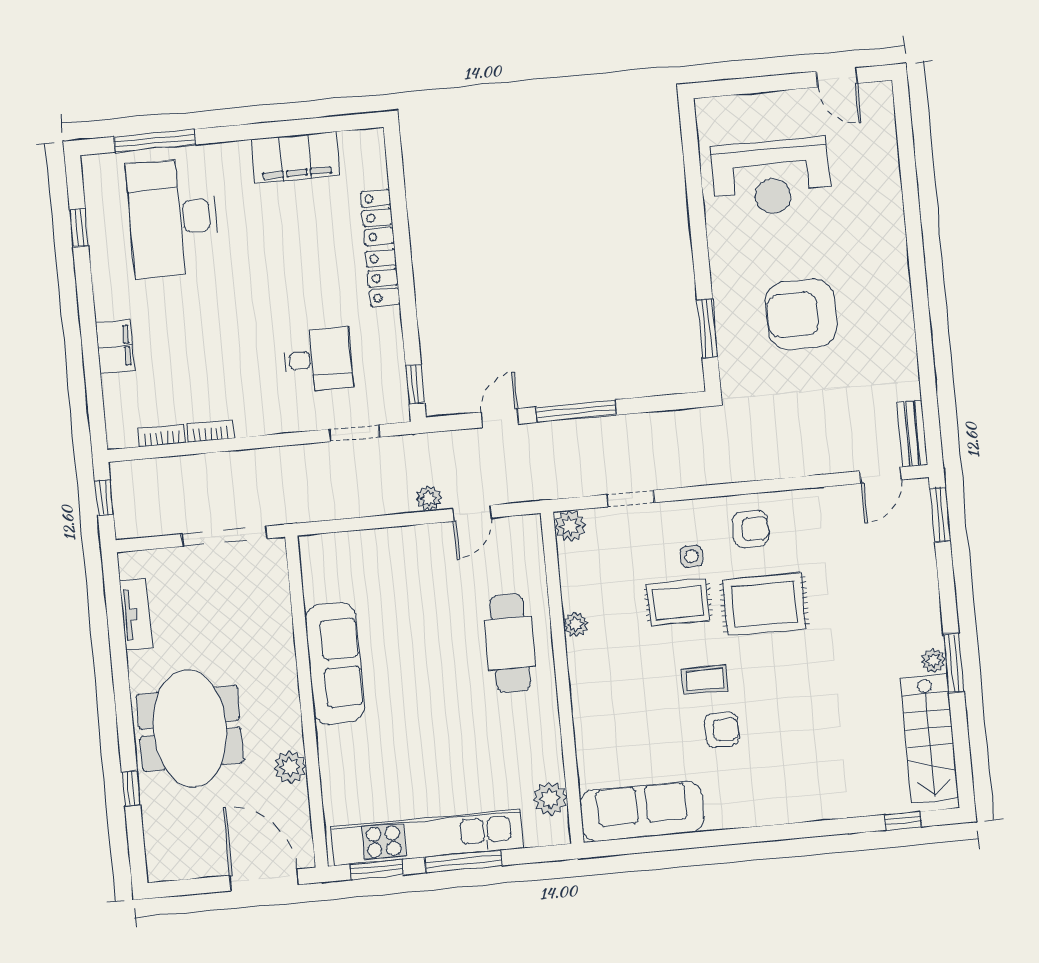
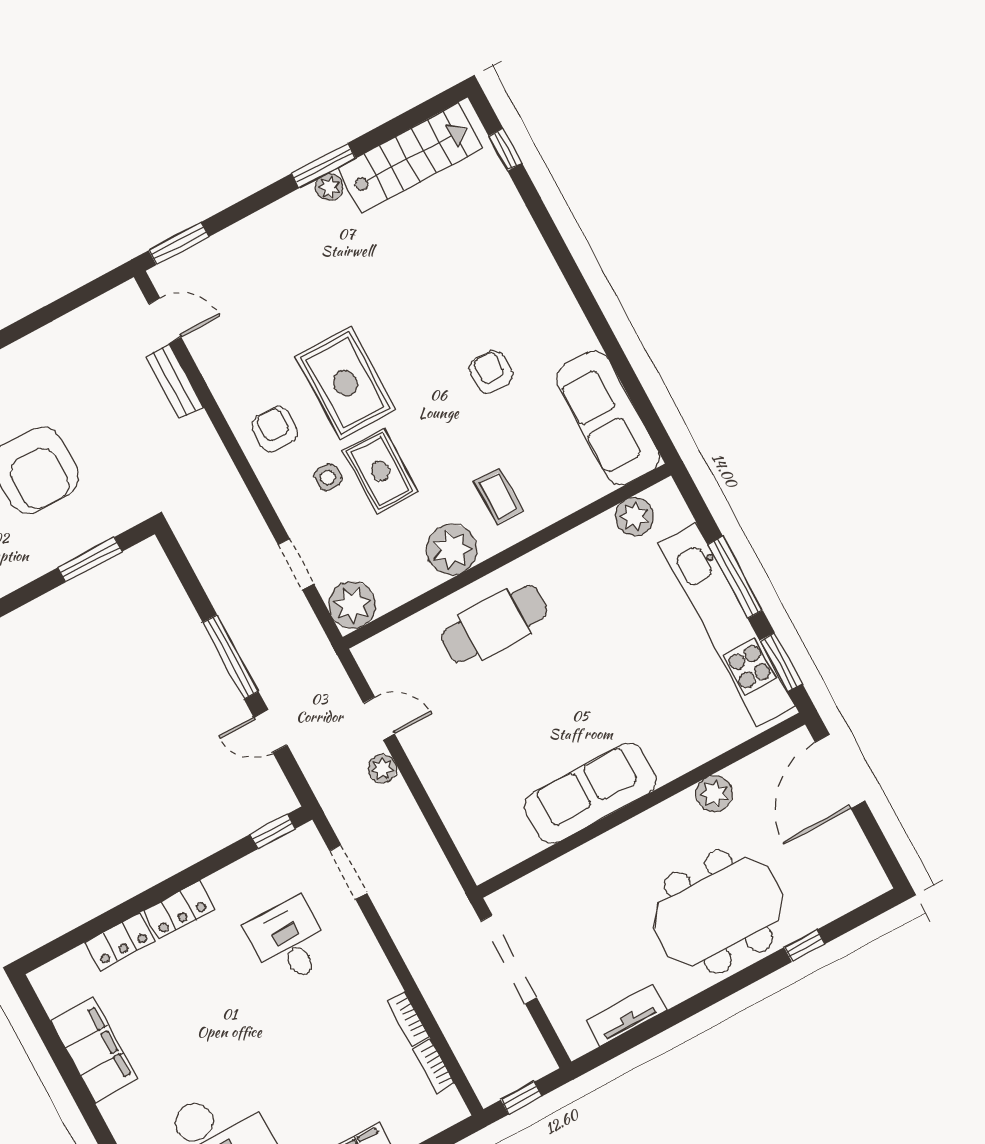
bench: (912, 434) -> (175, 382), moved, turned 90
plant: (570, 526) -> (352, 605), width x1.36, depth x1.36
plant: (576, 625) -> (452, 550), width x1.87, depth x1.87
coffee table: (705, 680) -> (498, 496), moved

